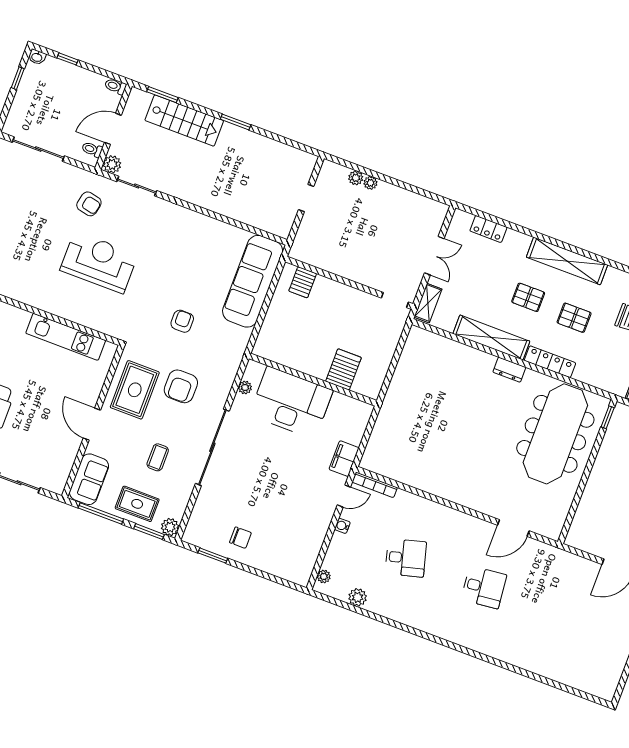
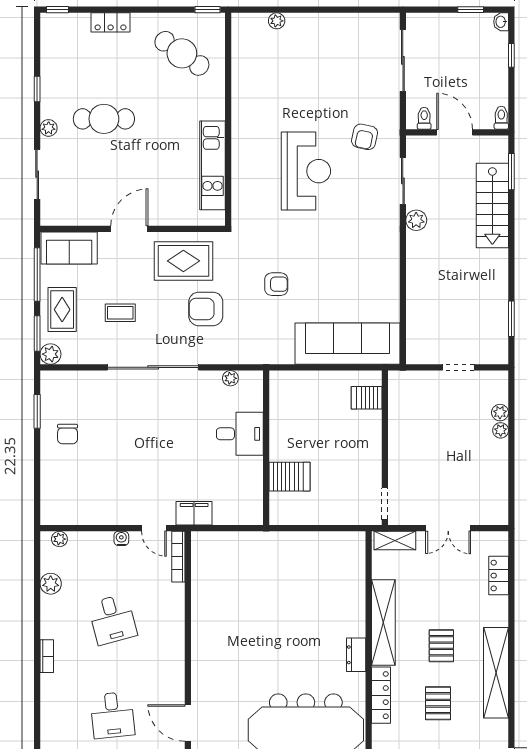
window: (236, 122) -> (511, 319), moved
plant: (112, 164) -> (416, 220), moved
desk: (291, 403) -> (240, 434), width x0.53, depth x0.77
bookcase: (416, 623) -> (47, 656), added

